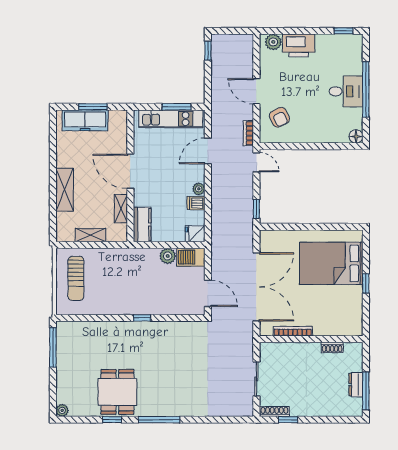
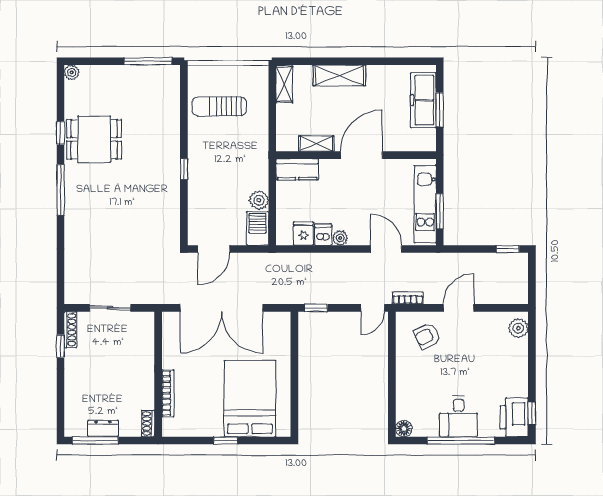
printer: (299, 45) -> (514, 417), moved
fridge: (195, 234) -> (303, 233), moved
shelving: (90, 235) -> (284, 84), moved
sun lounger: (76, 278) -> (219, 106), moved
bookcase: (293, 331) -> (168, 393), moved
shoe rack: (332, 347) -> (148, 424), moved

